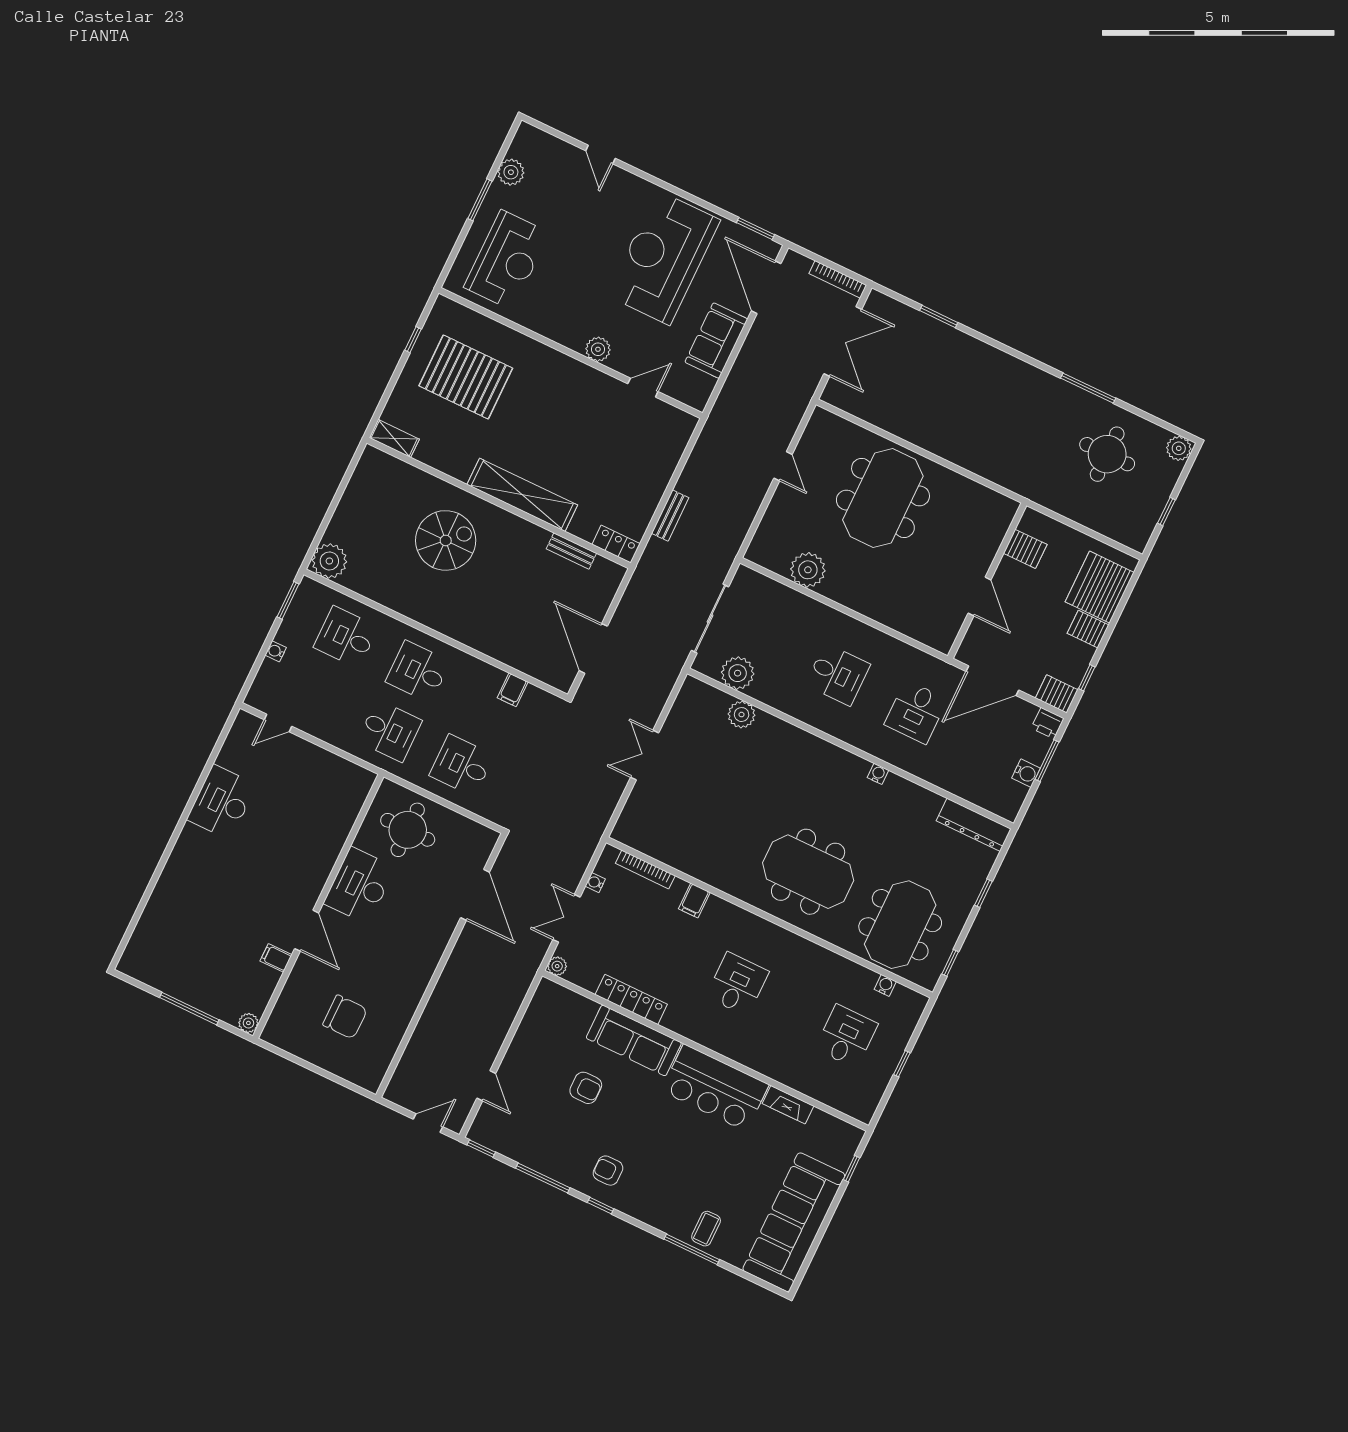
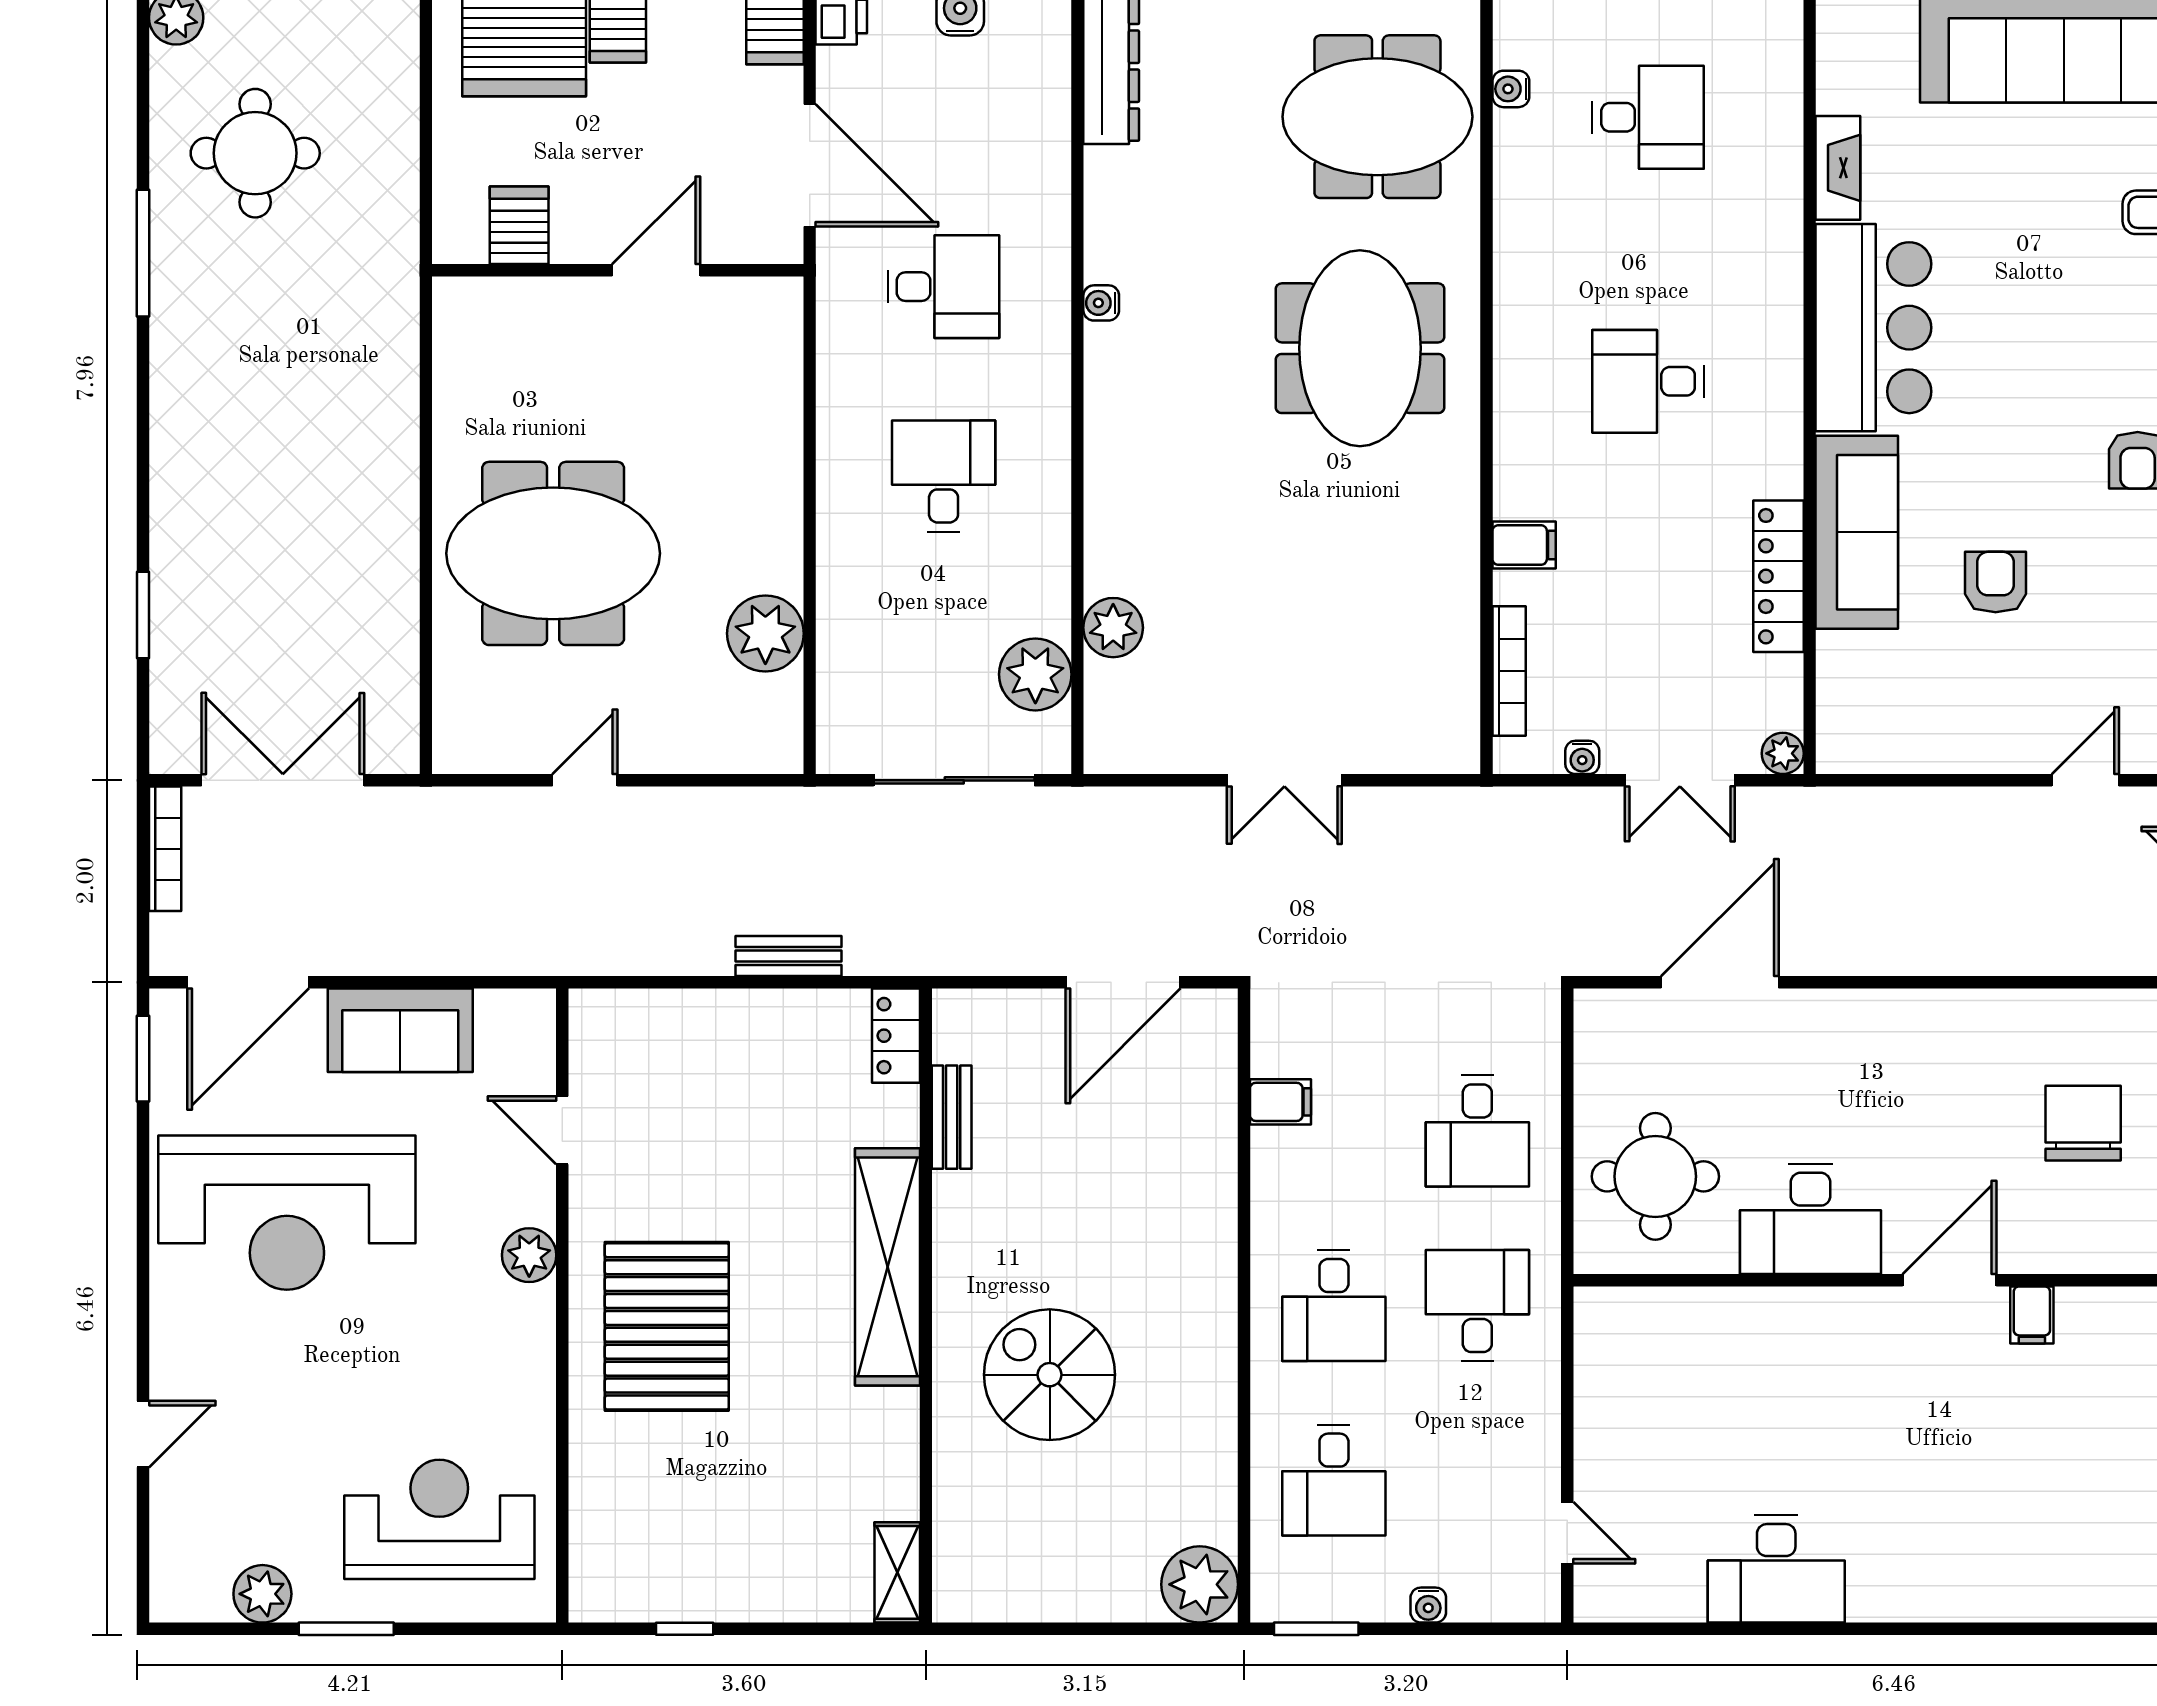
pallet: (466, 377) -> (667, 1326), moved
desk: (846, 1036) -> (1648, 117), turned 180

